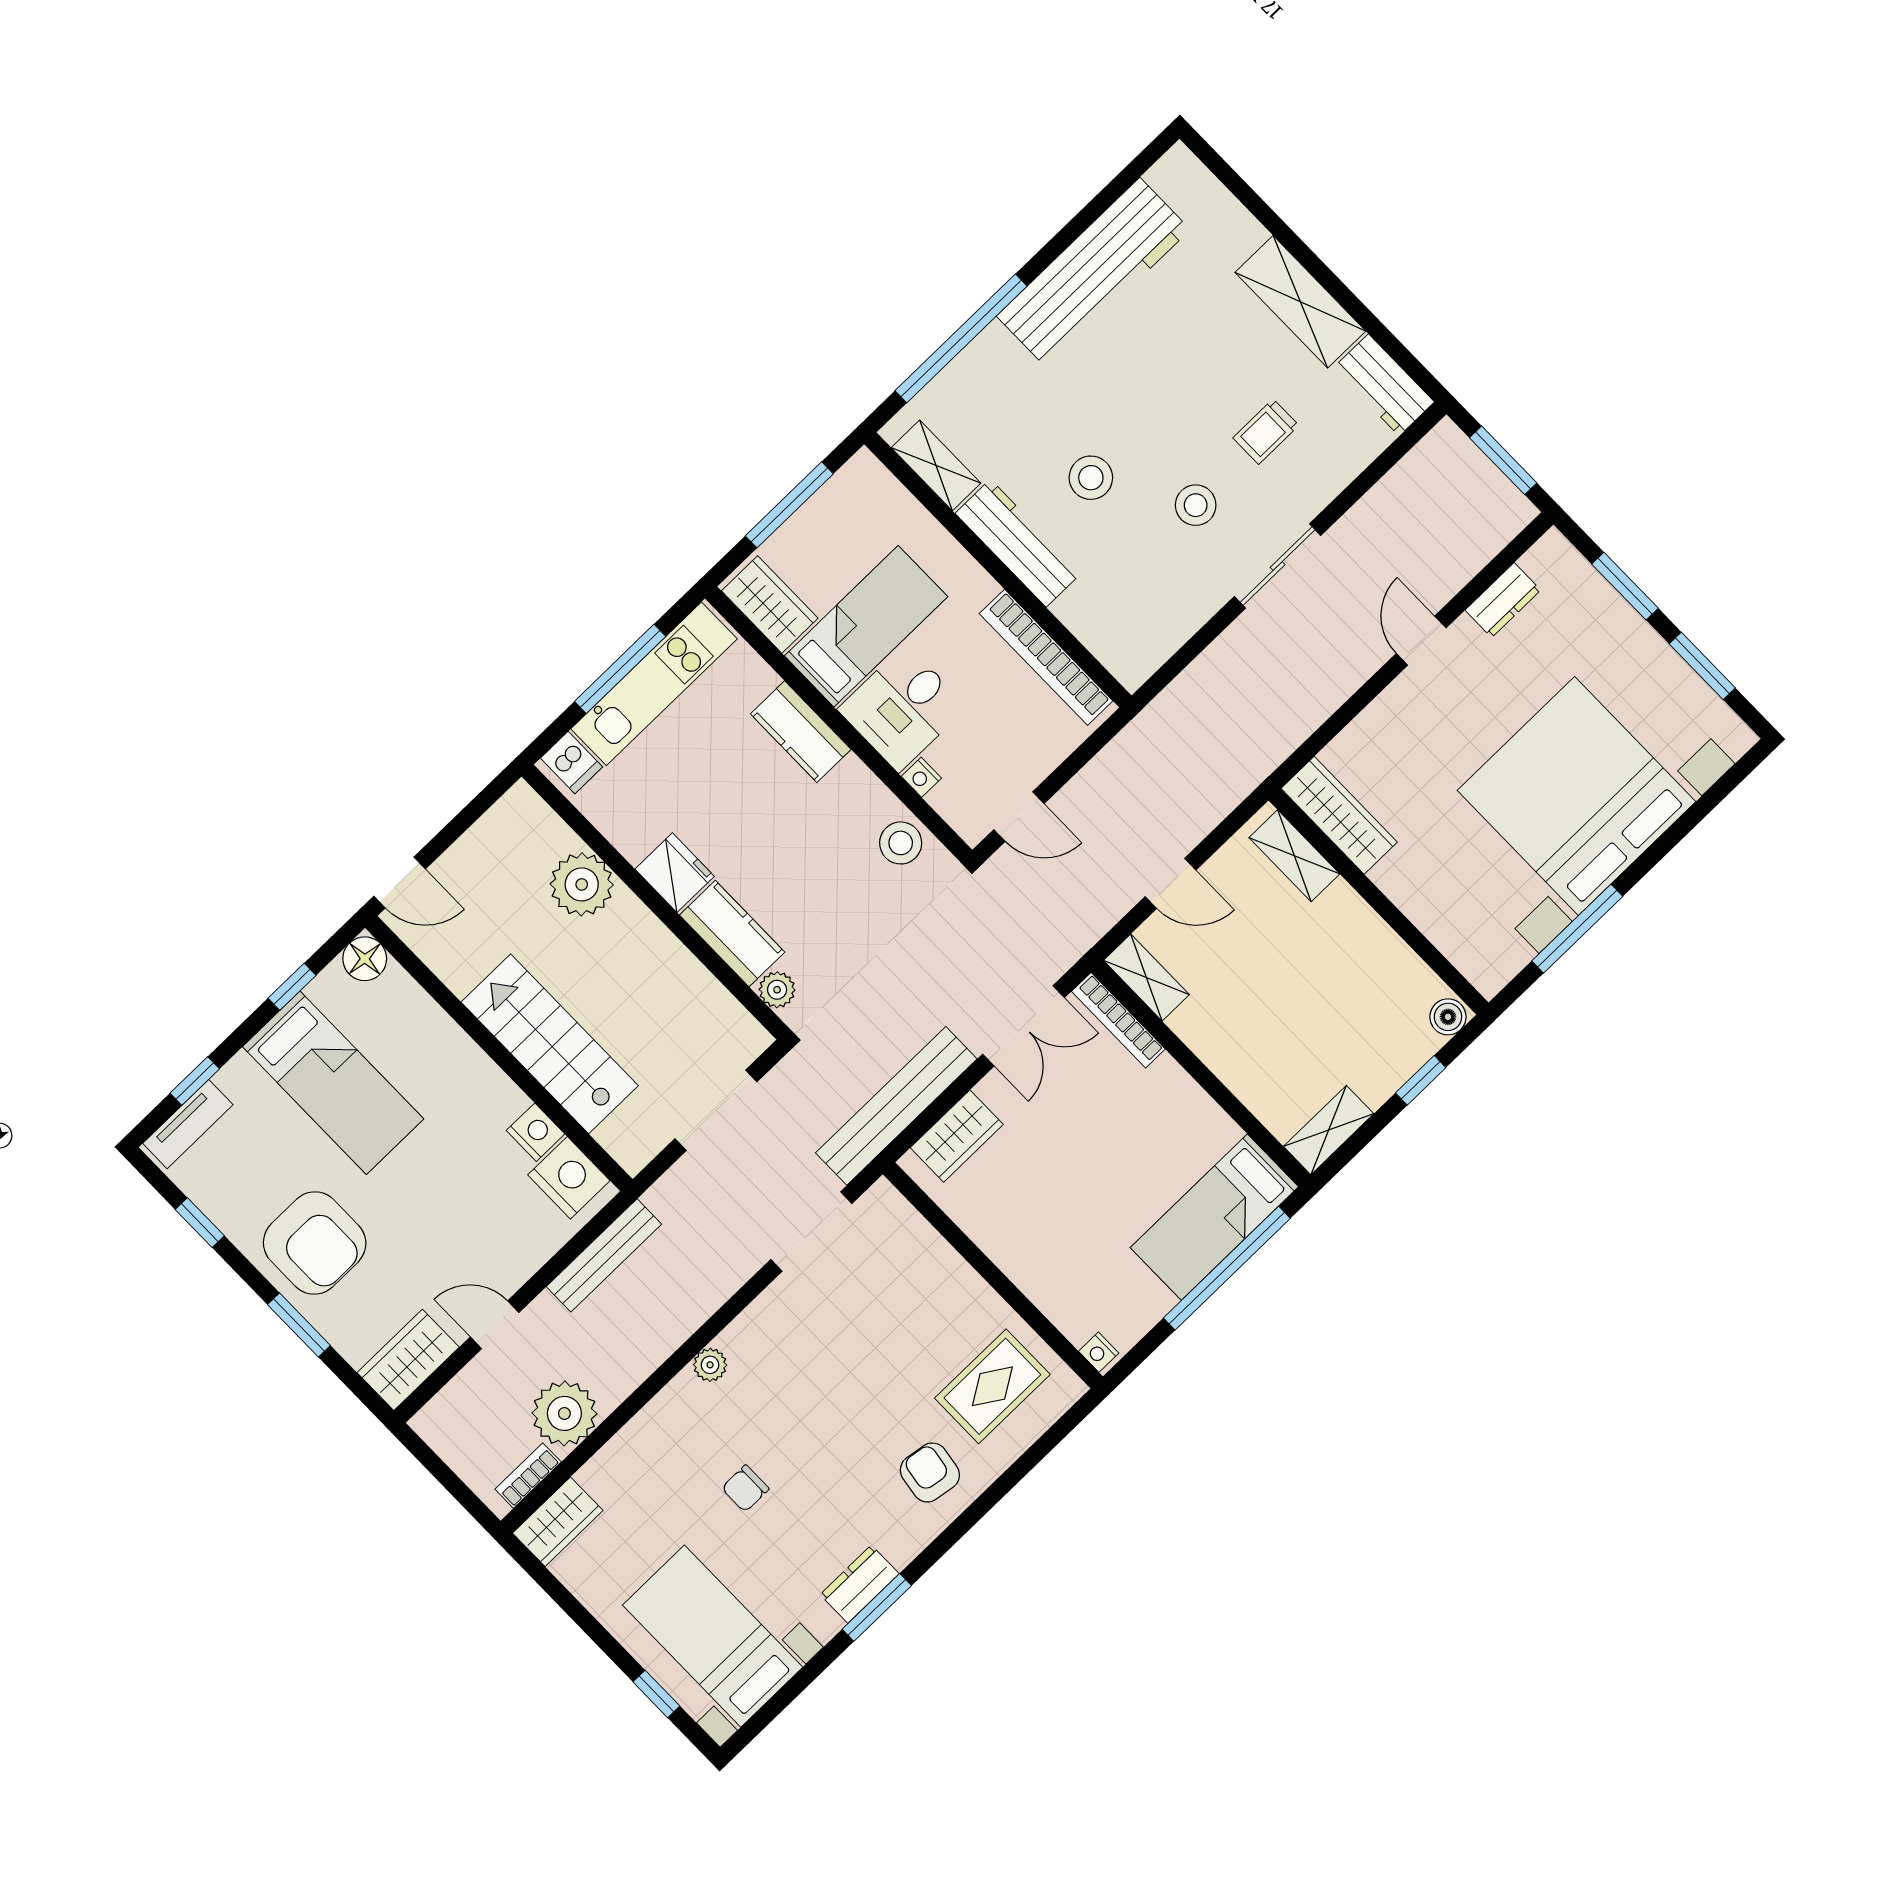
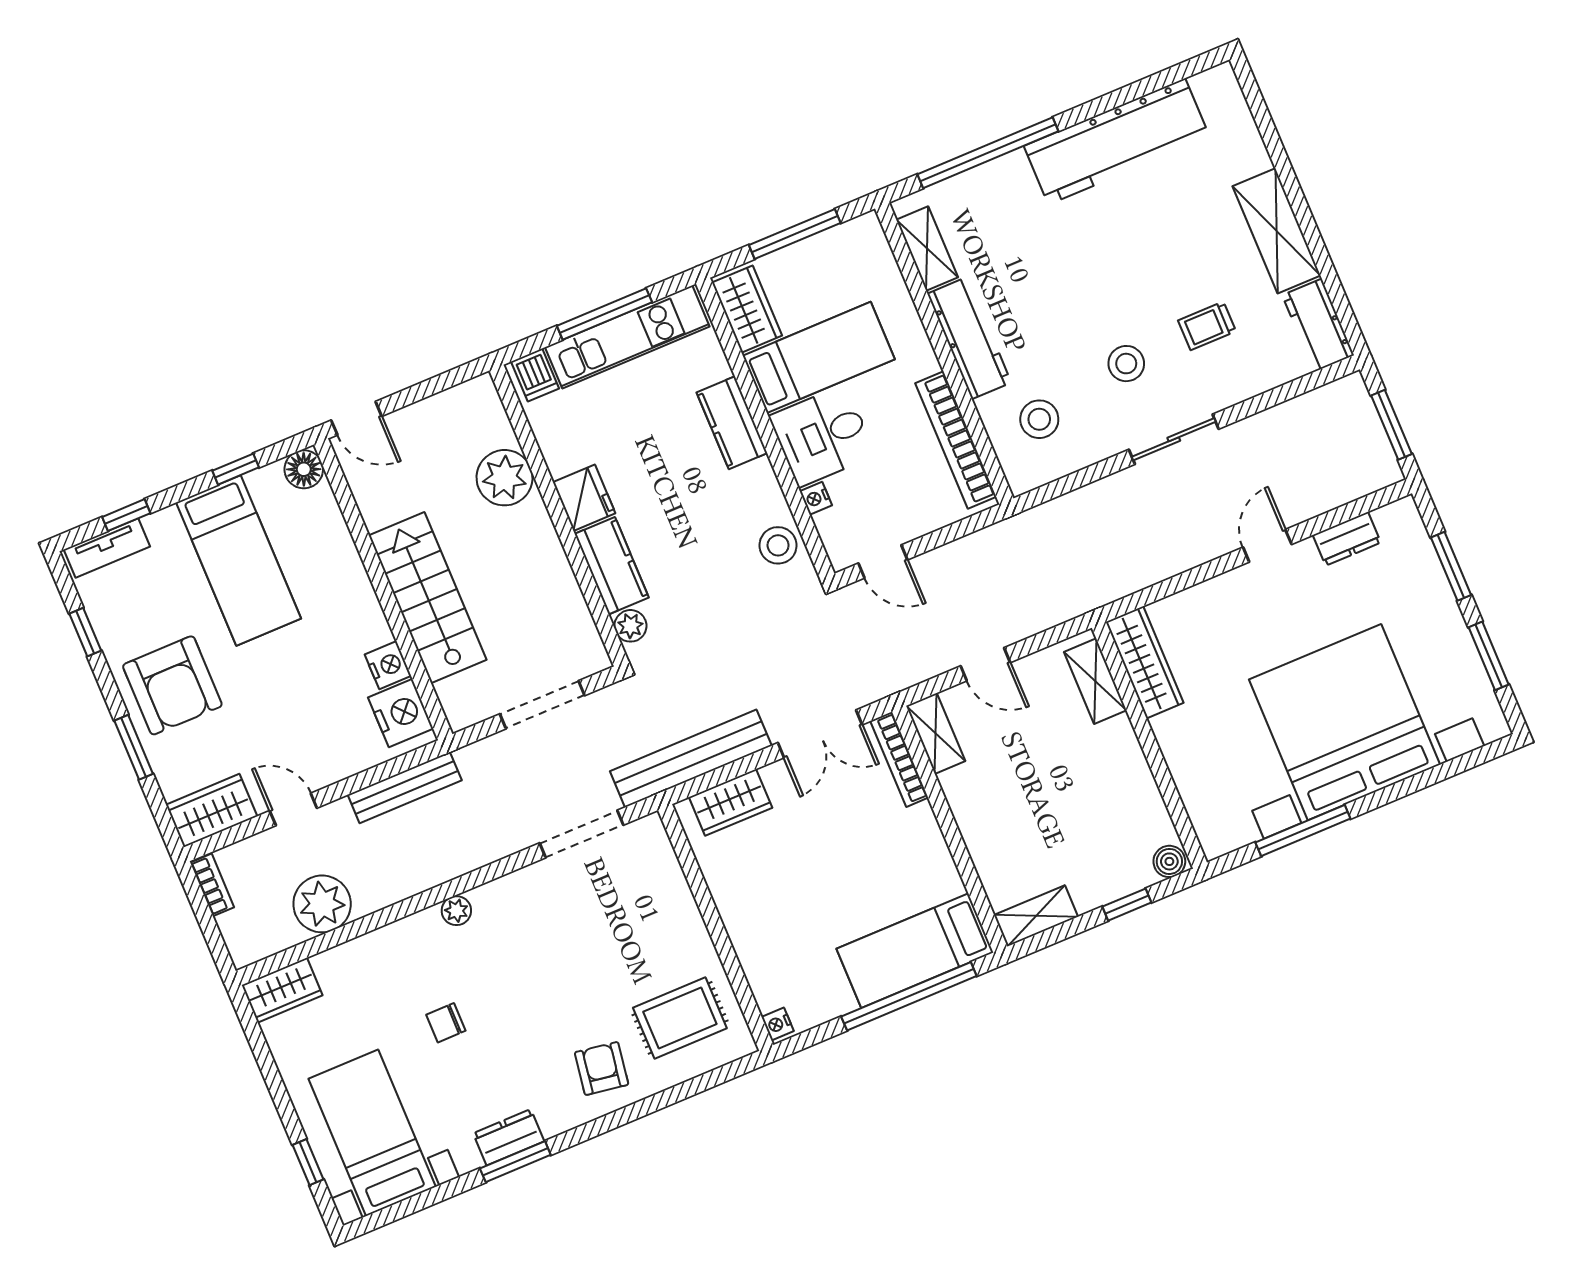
stool: (1091, 478) -> (1039, 419), moved
bookcase: (528, 1476) -> (212, 885), moved, turned 90

